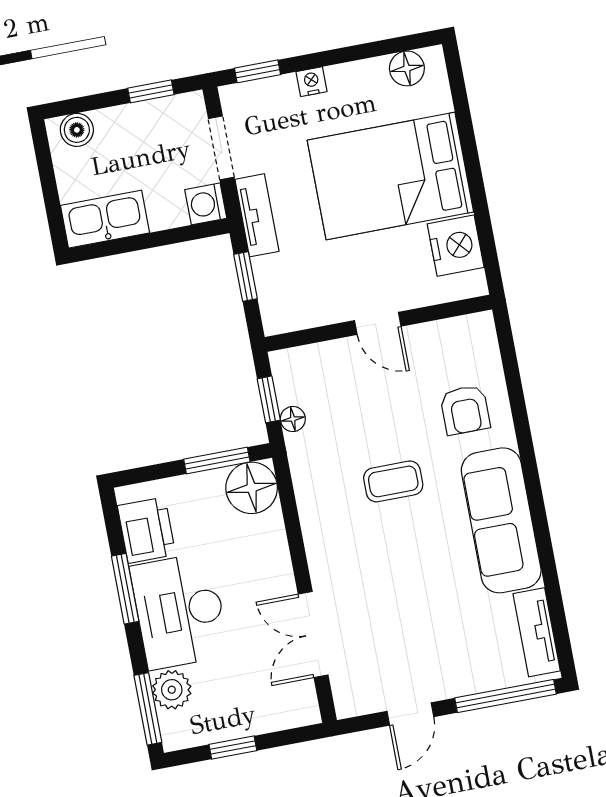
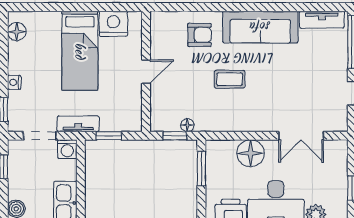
bed: (390, 176) -> (80, 51), width x0.67
coffee table: (393, 481) -> (230, 79), turned 90
floor lamp: (252, 488) -> (251, 153), moved

